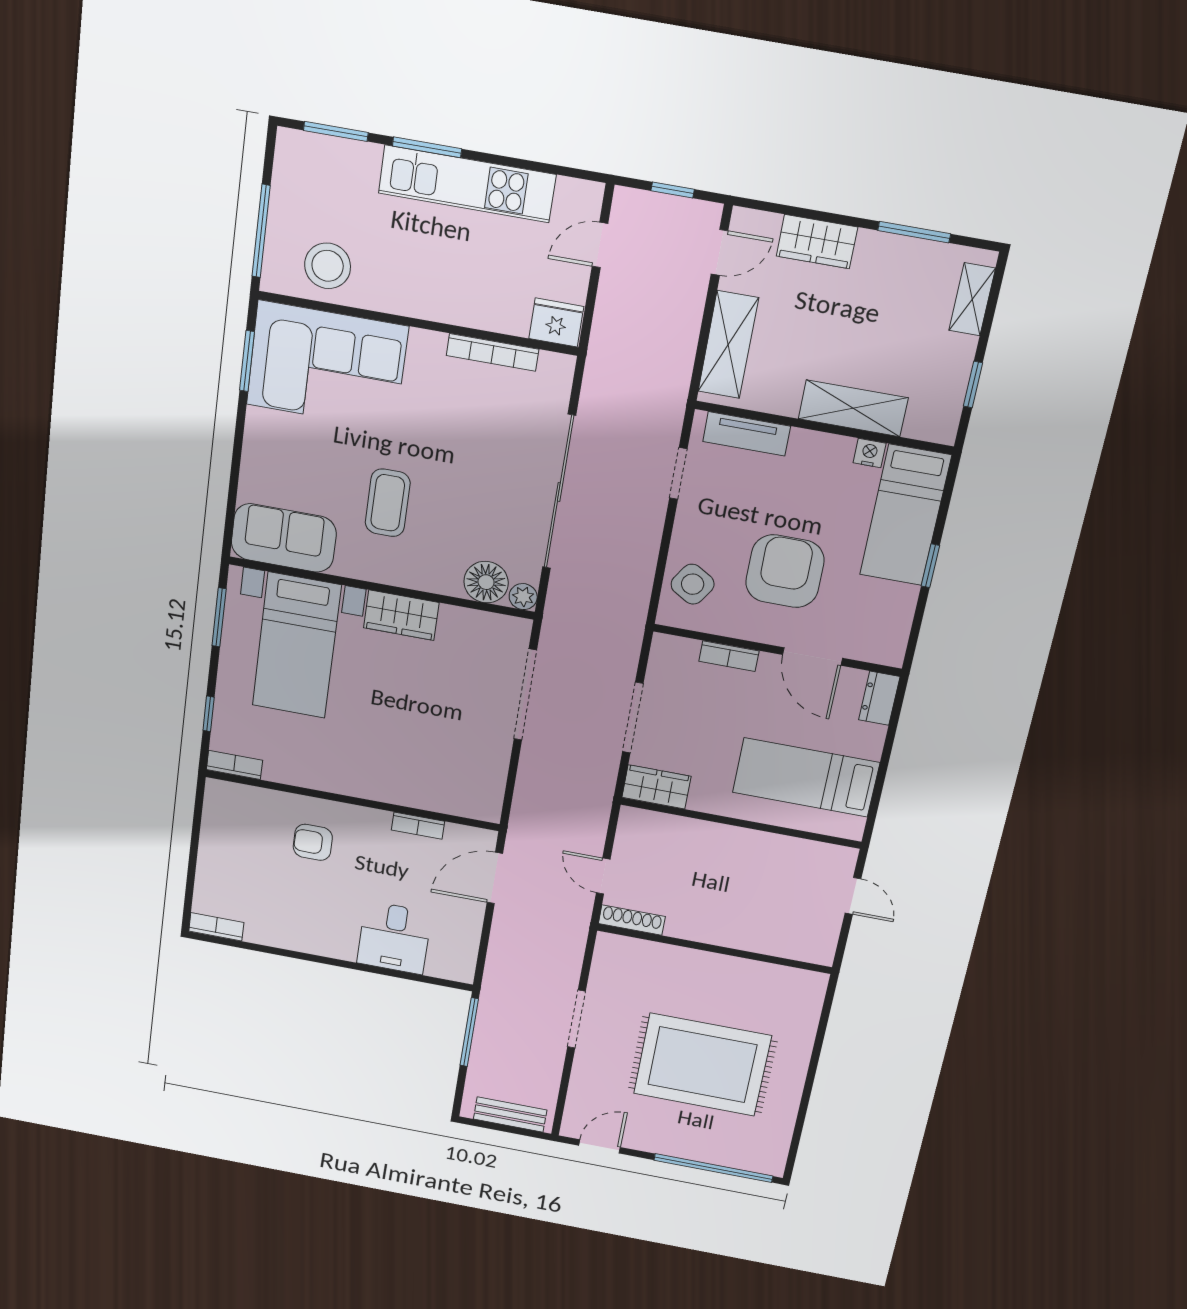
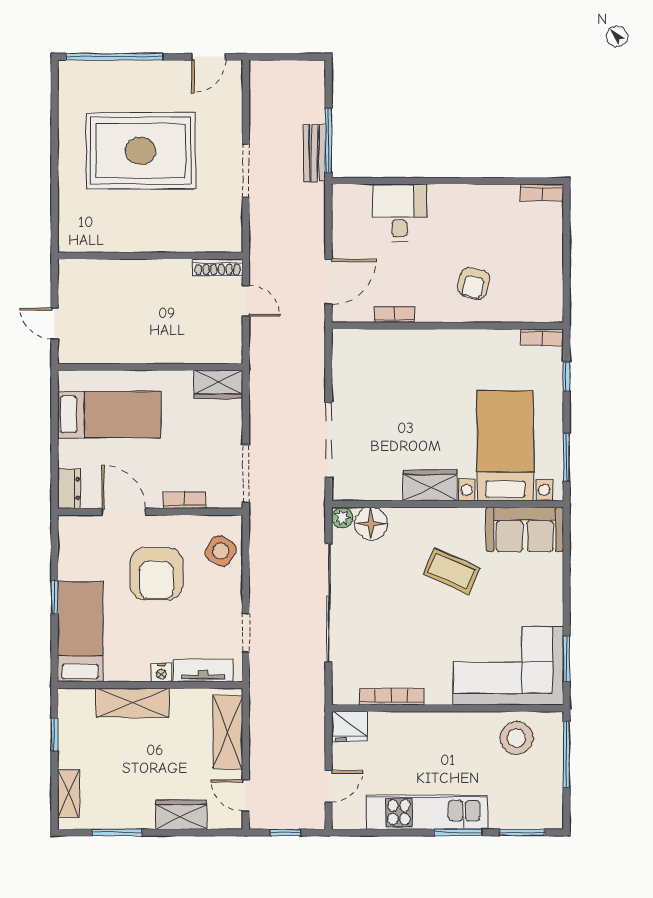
door: (720, 253) -> (246, 795), hinge flipped
nightstand: (870, 453) -> (162, 673), moved
coffee table: (388, 503) -> (451, 571), turned -66
doorway: (633, 718) -> (246, 474), moved
armchair: (313, 842) -> (474, 283), turned 103
bench: (510, 1114) -> (314, 153), moved, turned 90

